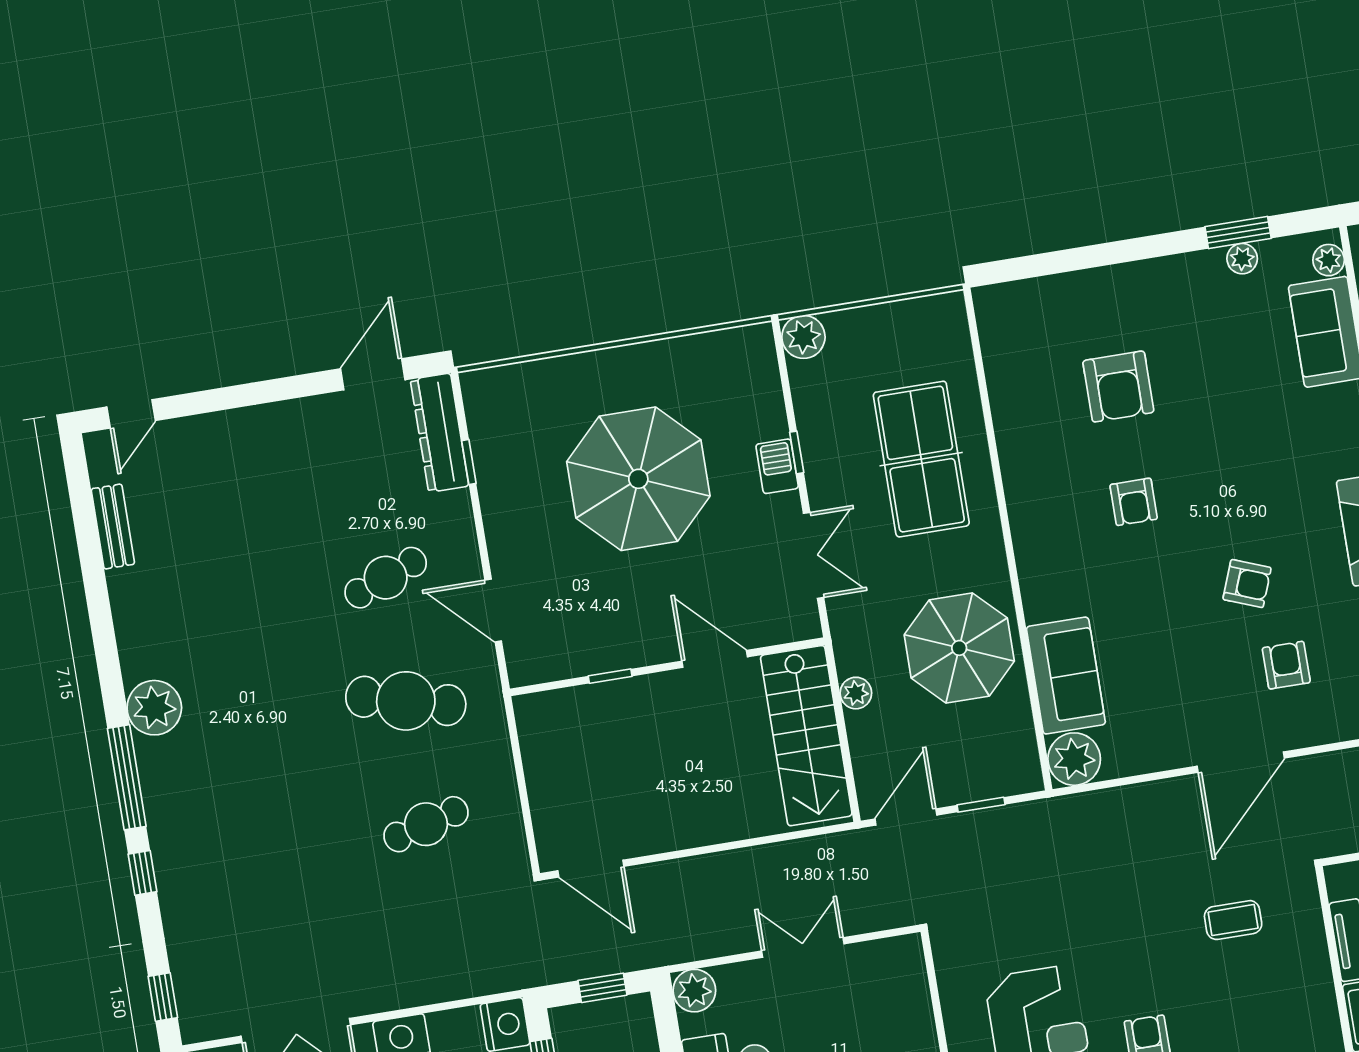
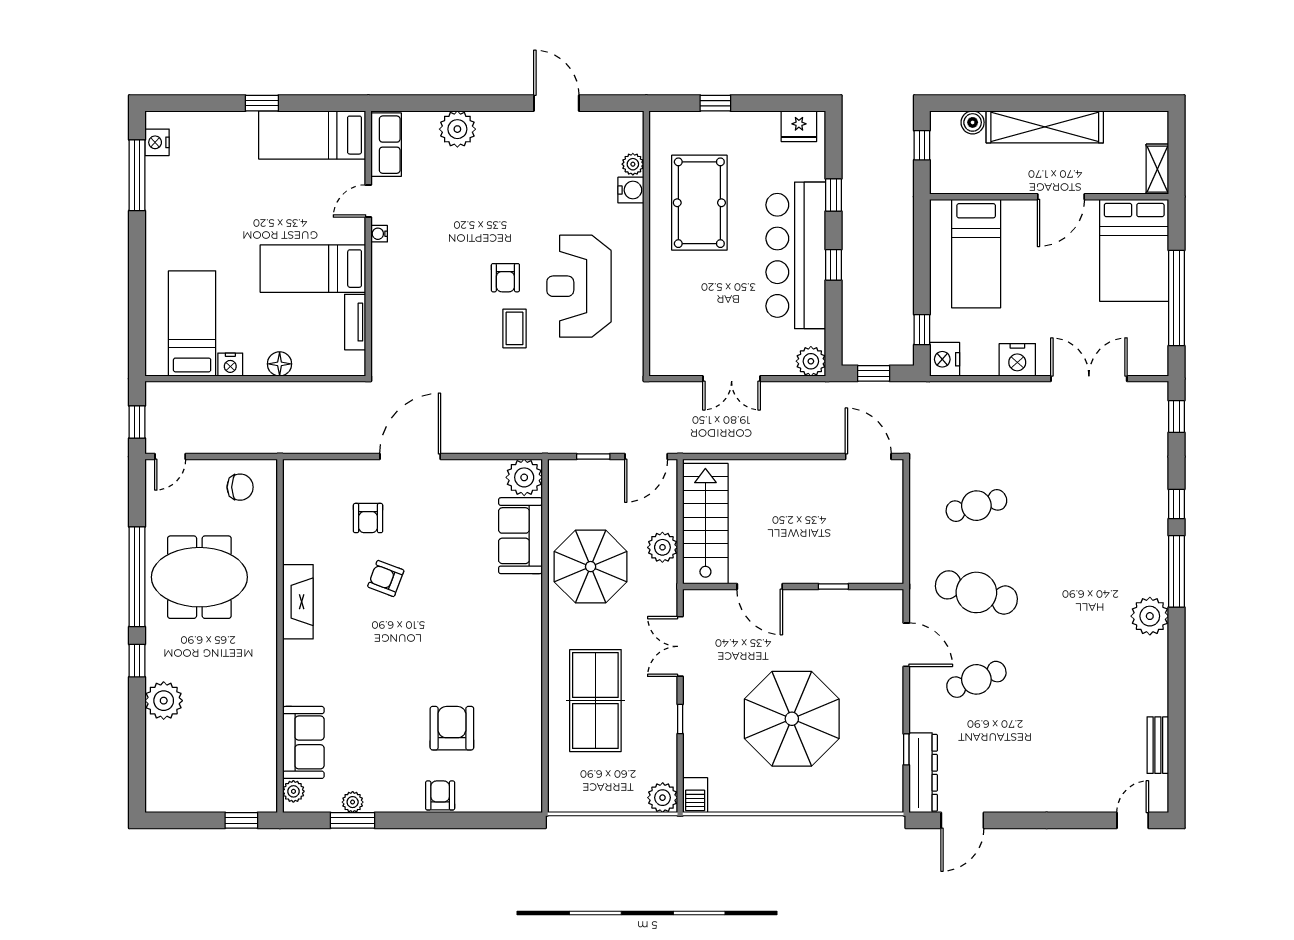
barbecue: (777, 466) -> (695, 795), moved
armchair: (1134, 502) -> (440, 795), moved
plant: (856, 693) -> (662, 547), width x1.38, depth x1.38
coffee table: (1233, 920) -> (514, 328), moved, turned 90

